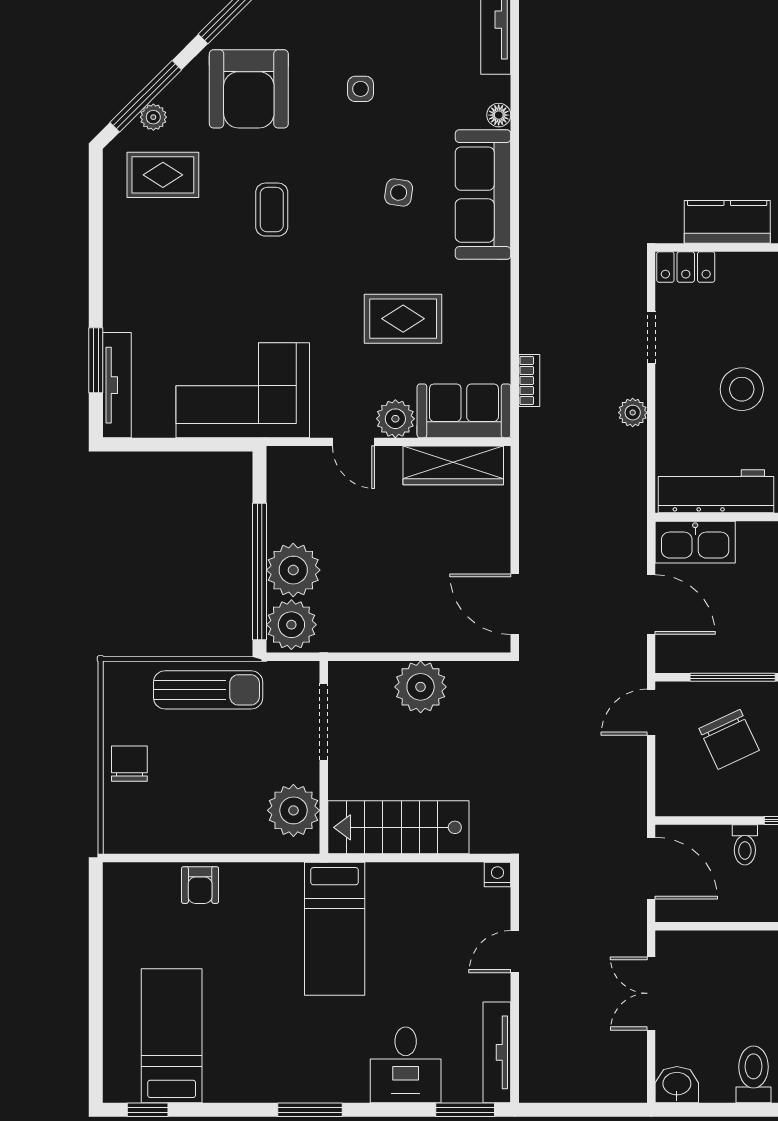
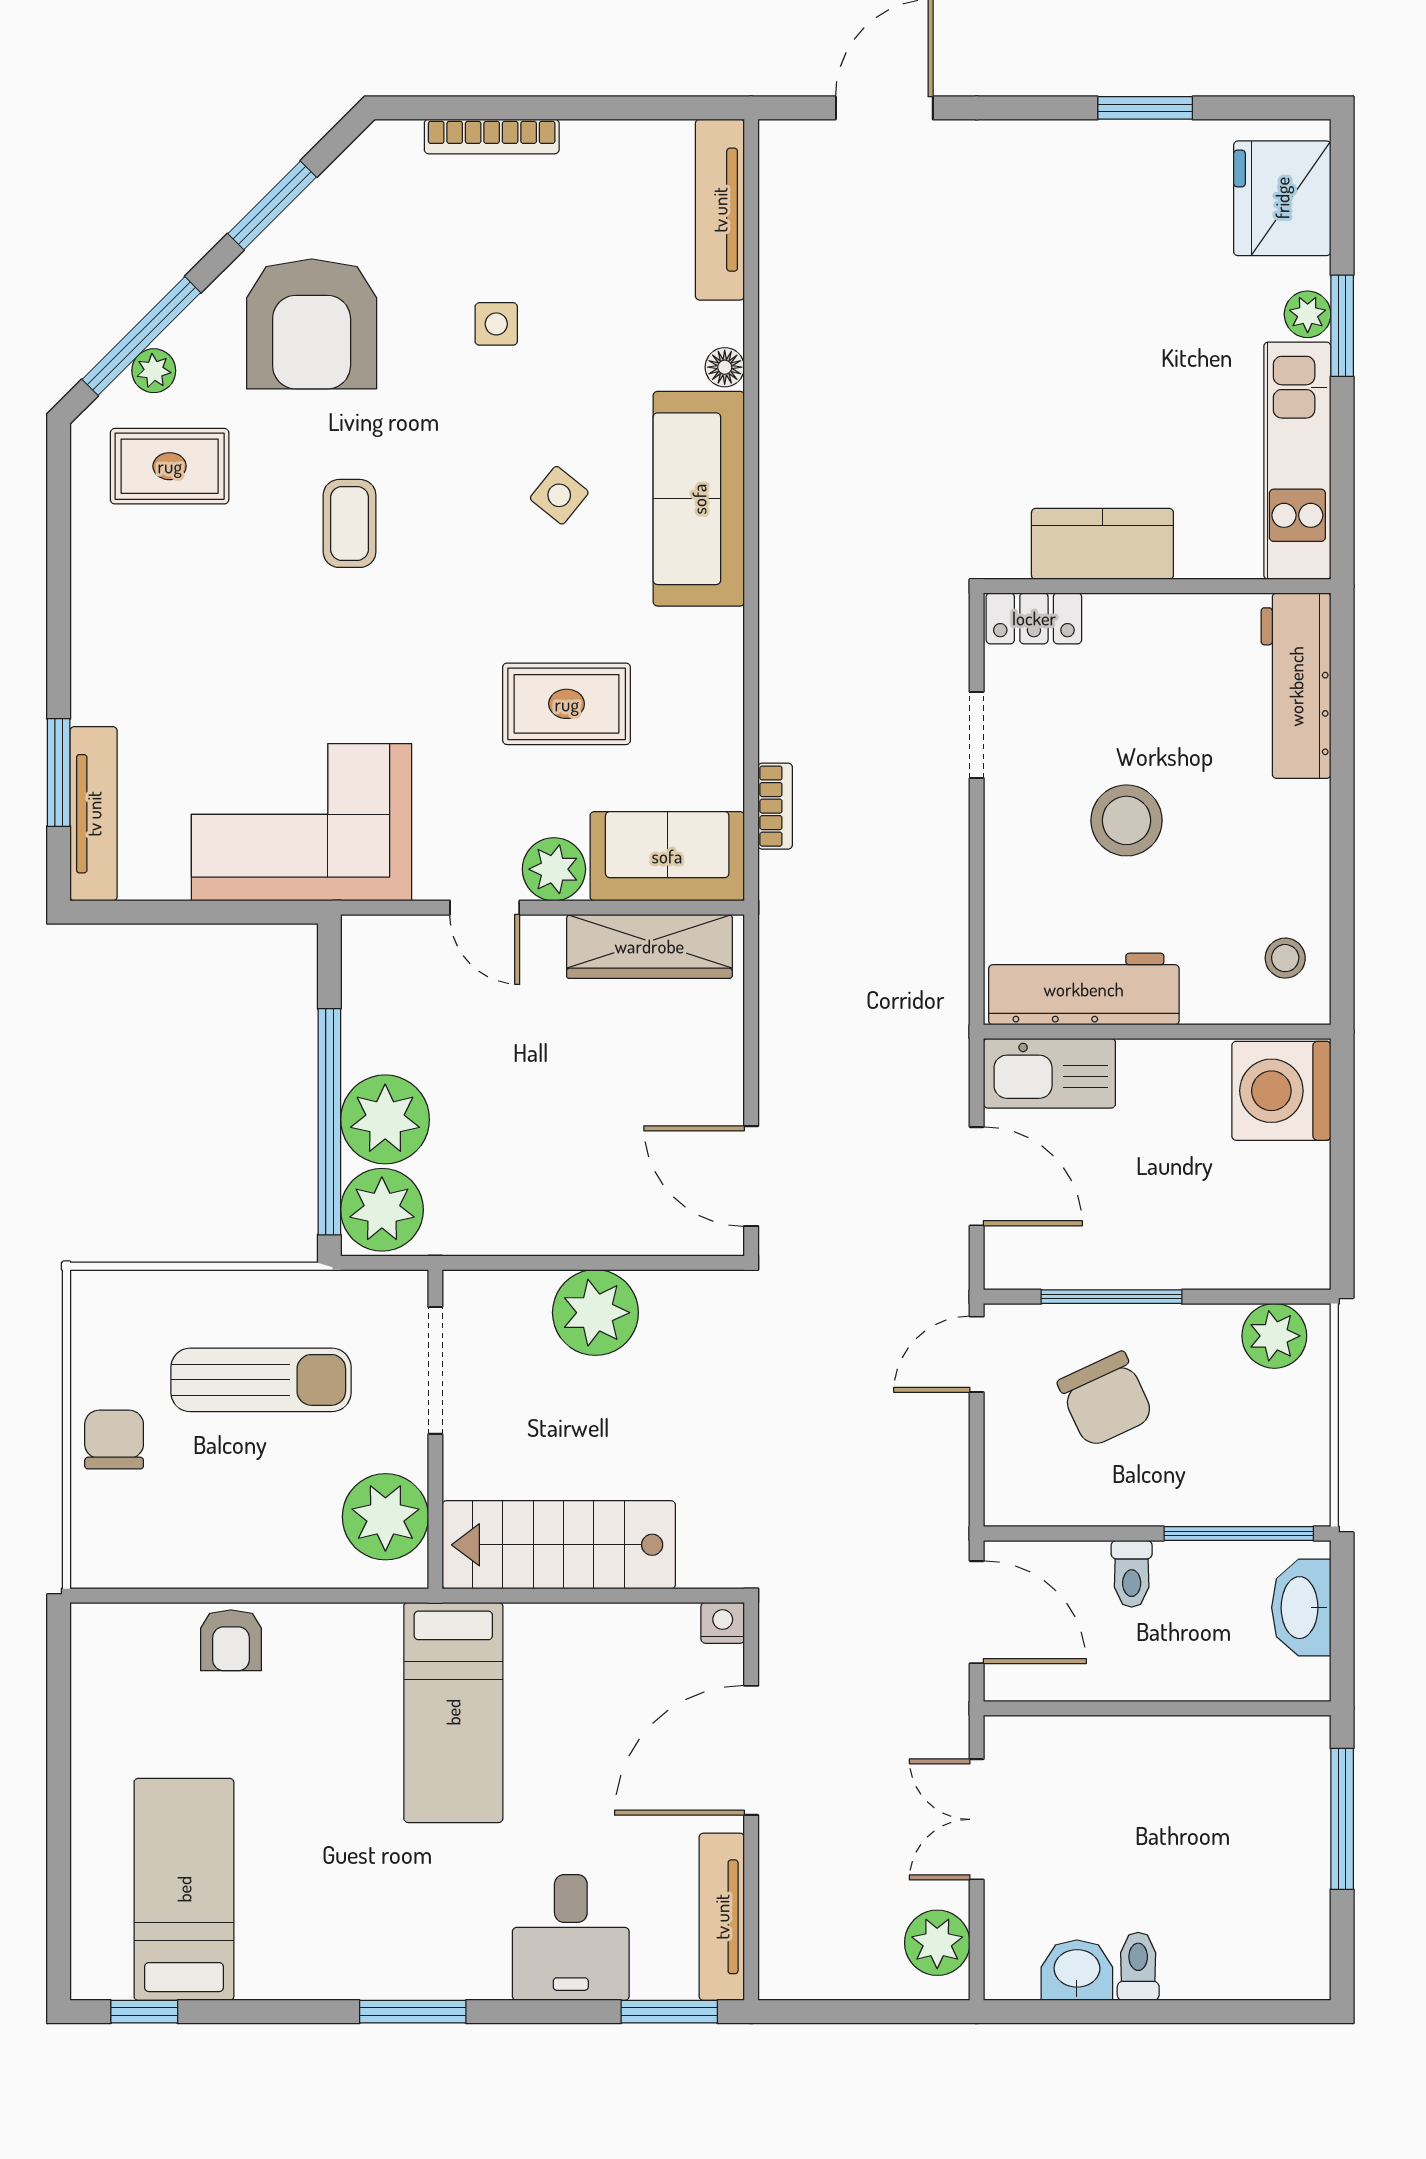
side table: (399, 192) -> (559, 495), turned 31
plant: (633, 413) -> (937, 1943), moved, width x1.38, depth x1.38
sun lounger: (208, 690) -> (261, 1380), moved
door: (515, 952) -> (751, 1750), width x1.88
toilet: (754, 1074) -> (1138, 1966), width x0.73, depth x0.72
washbasin: (677, 1085) -> (1077, 1970), moved

